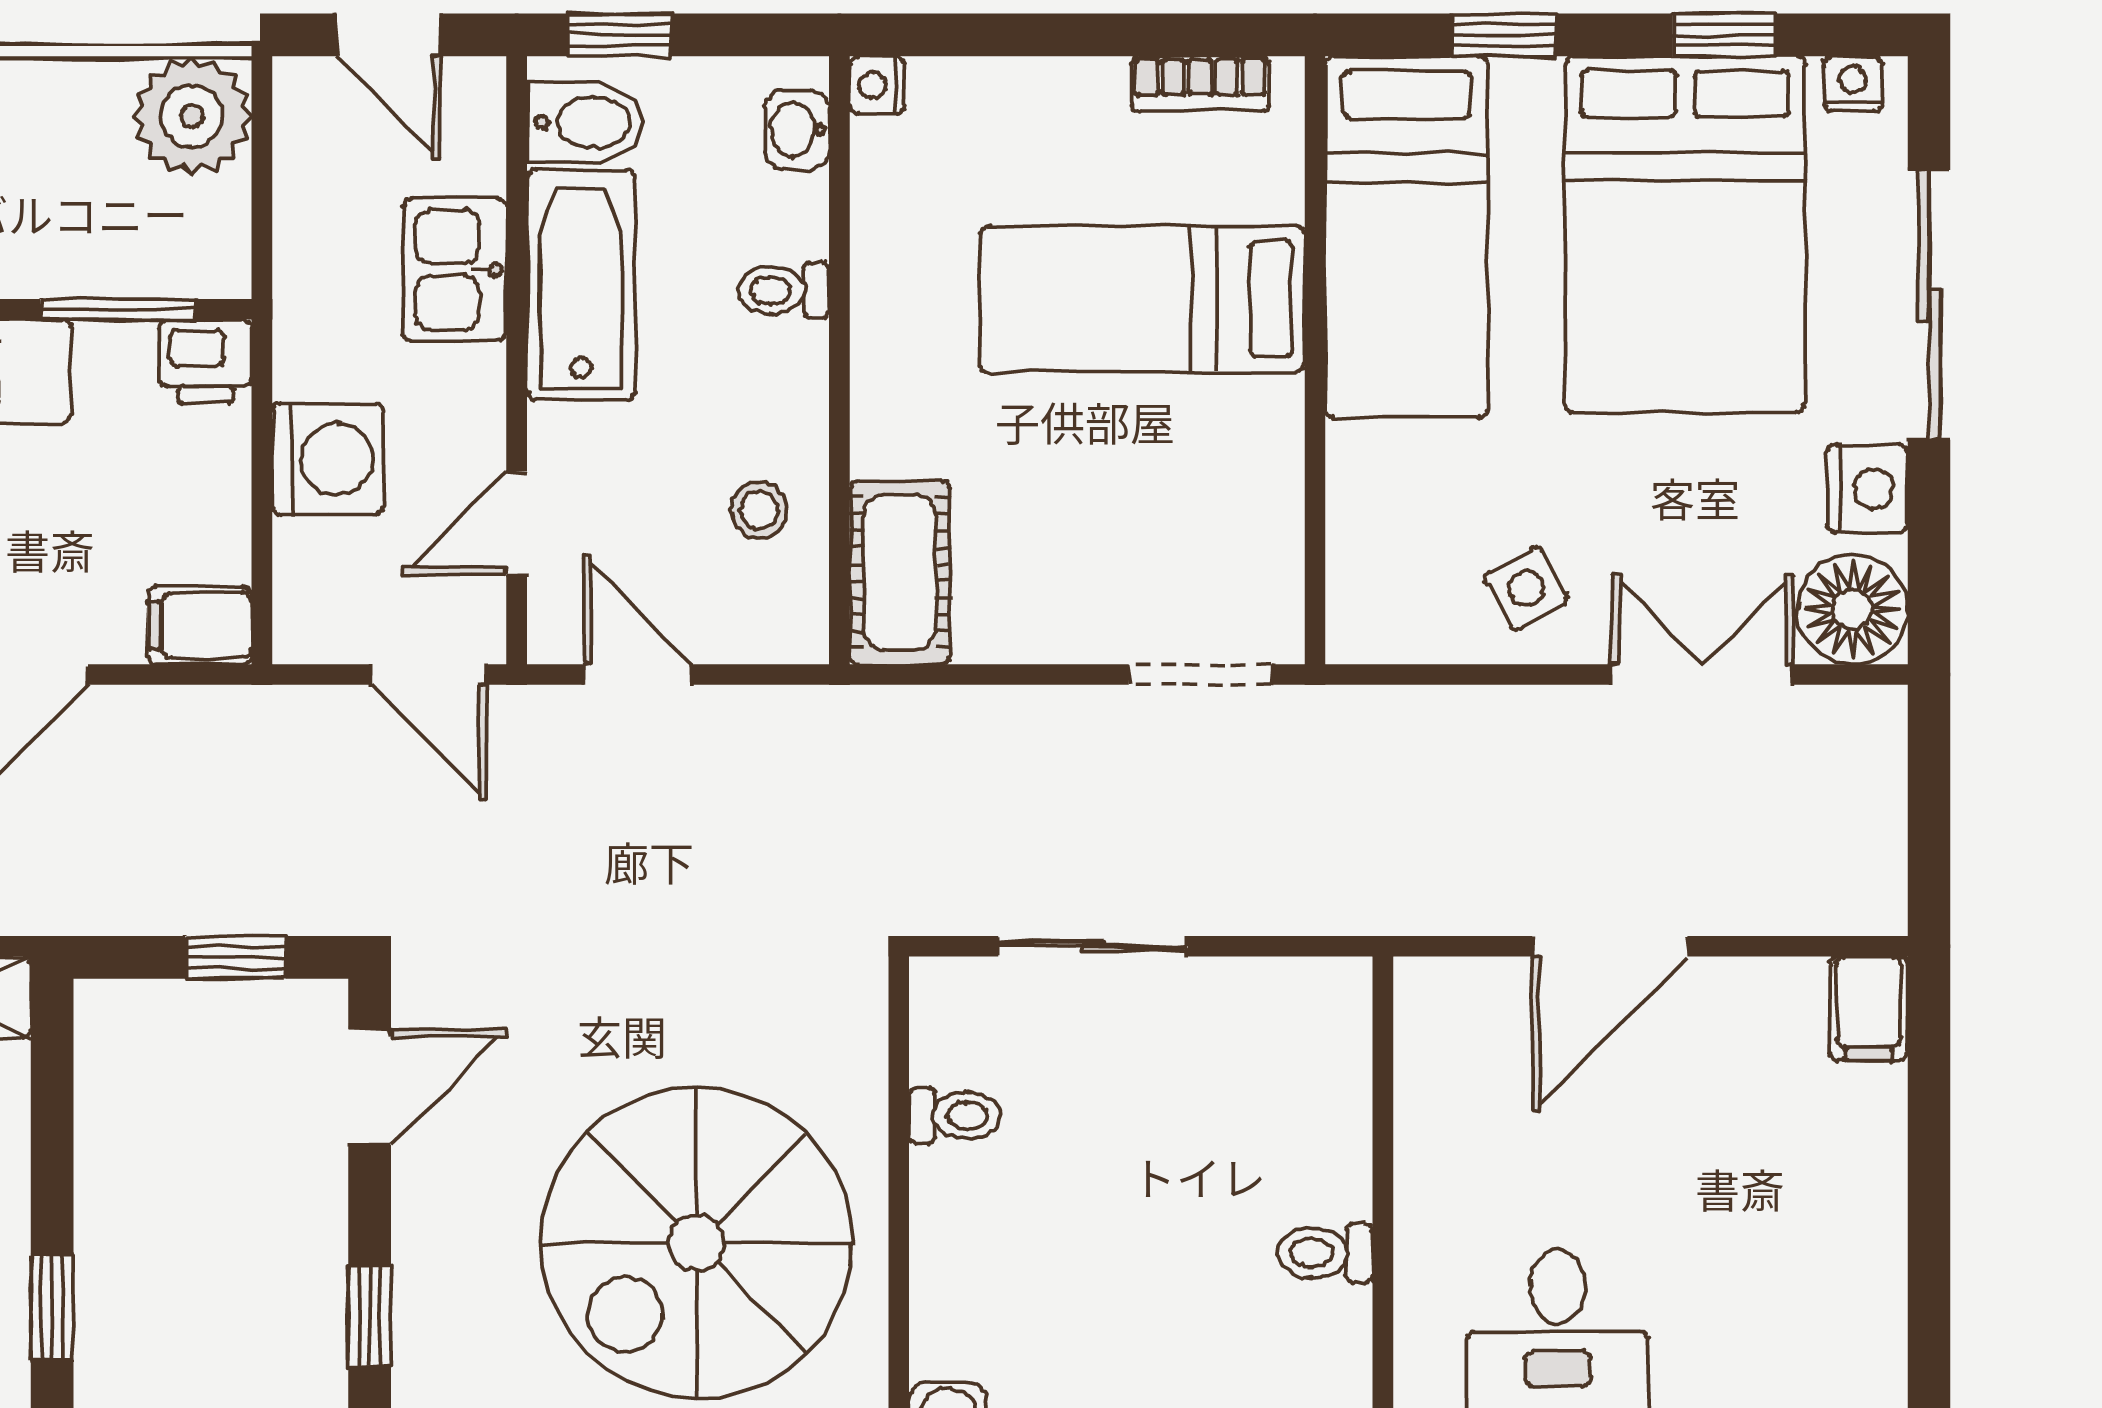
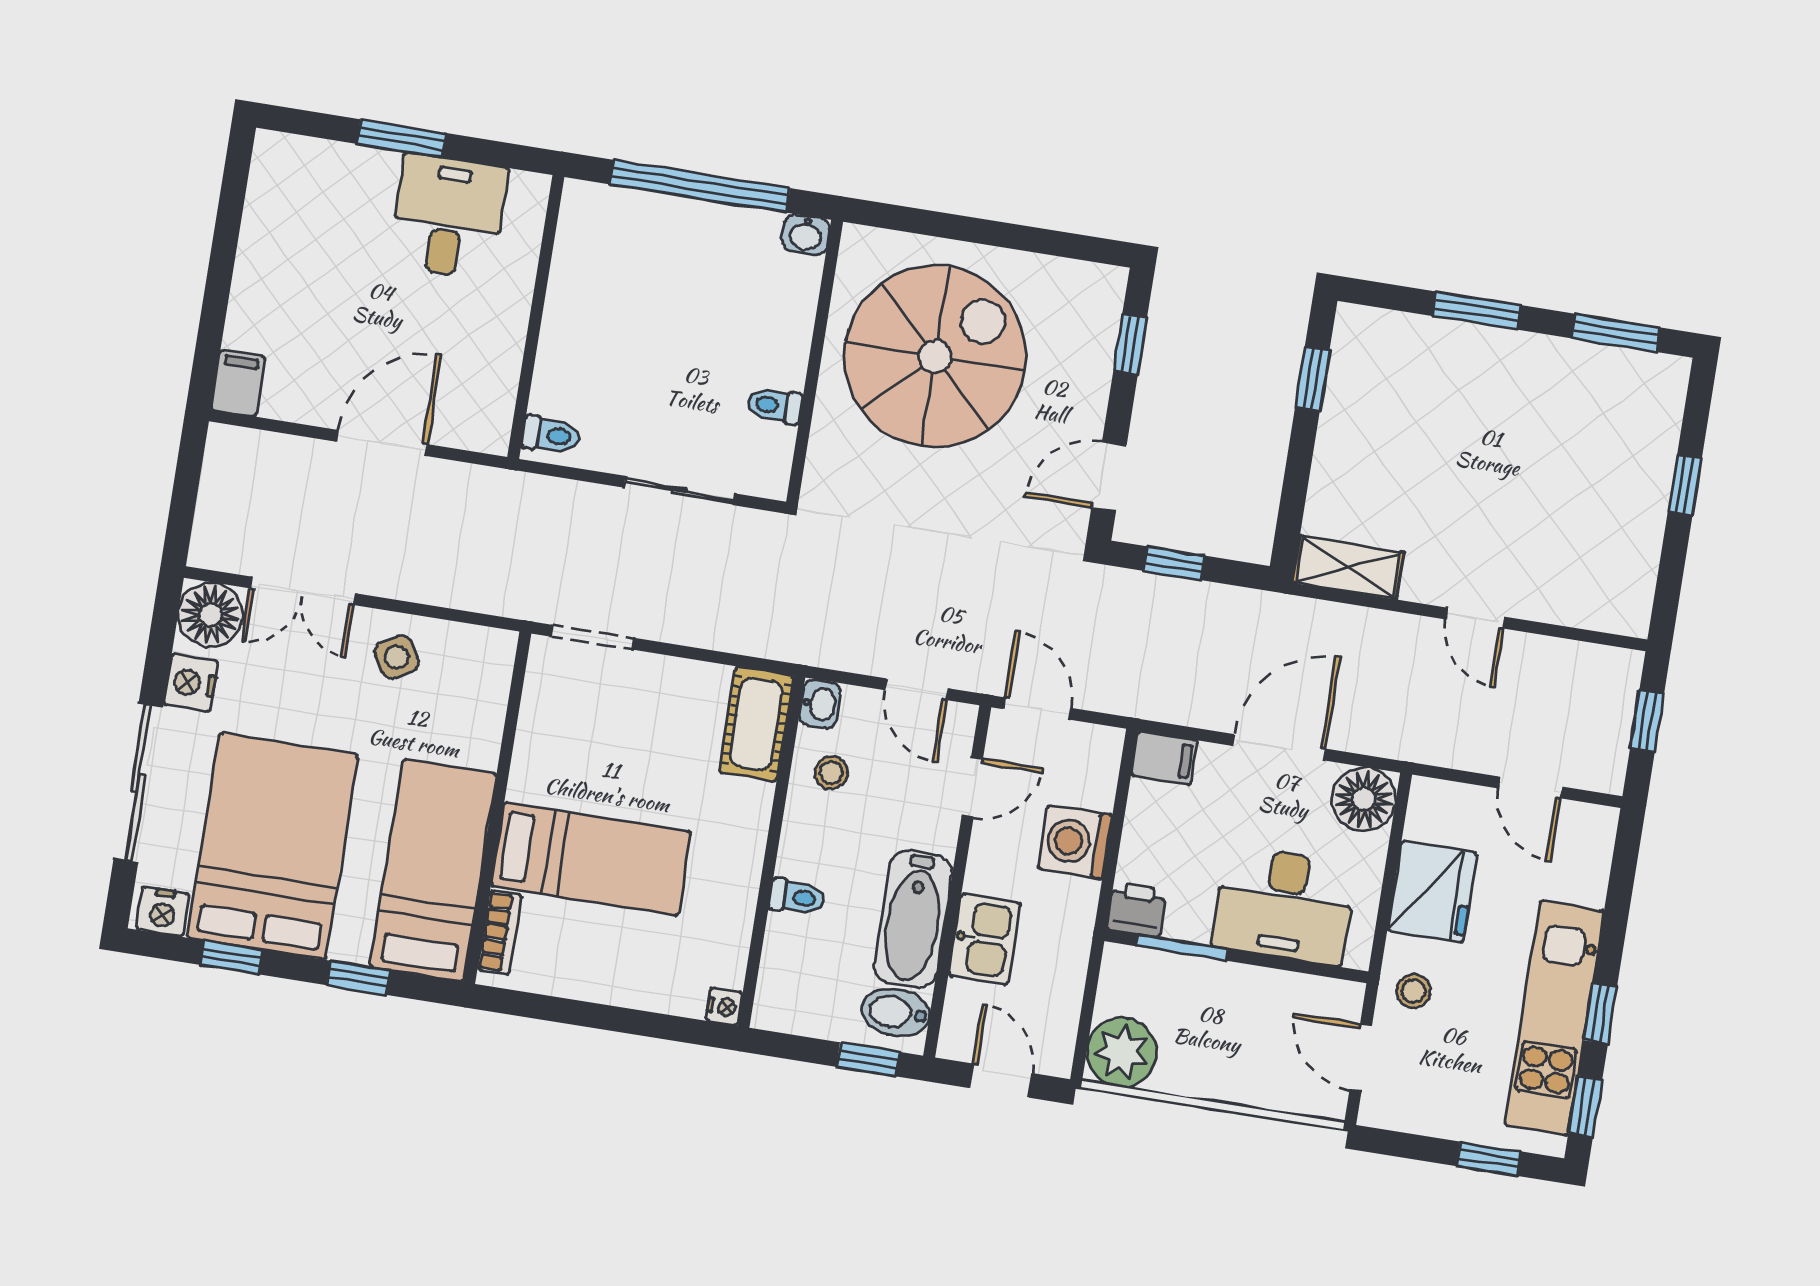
bookcase: (1200, 84) -> (500, 932), moved, turned 90
nightstand: (1853, 84) -> (163, 912), width x1.39, depth x1.35
washbasin: (797, 130) -> (820, 704), moved
toilet: (1325, 1253) -> (551, 435), moved

